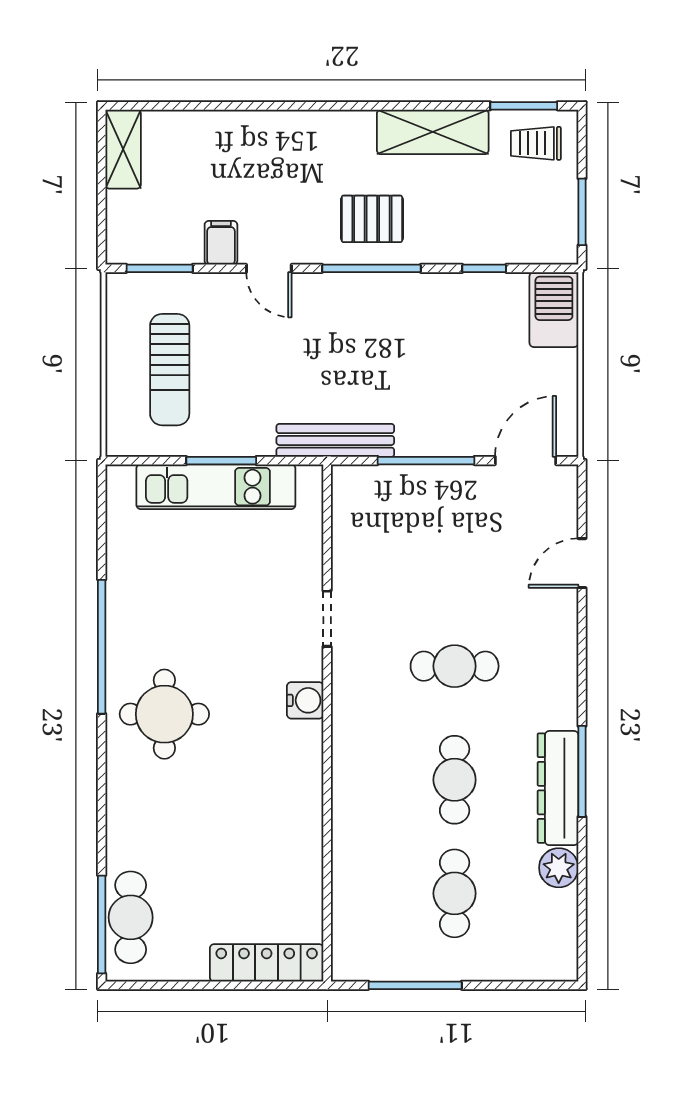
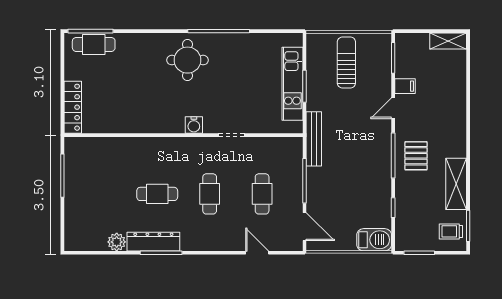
trolley: (536, 143) -> (451, 231), turned -90
sun lounger: (170, 370) -> (346, 62), turned 90
cafe table: (455, 893) -> (262, 194), moved, turned 90

